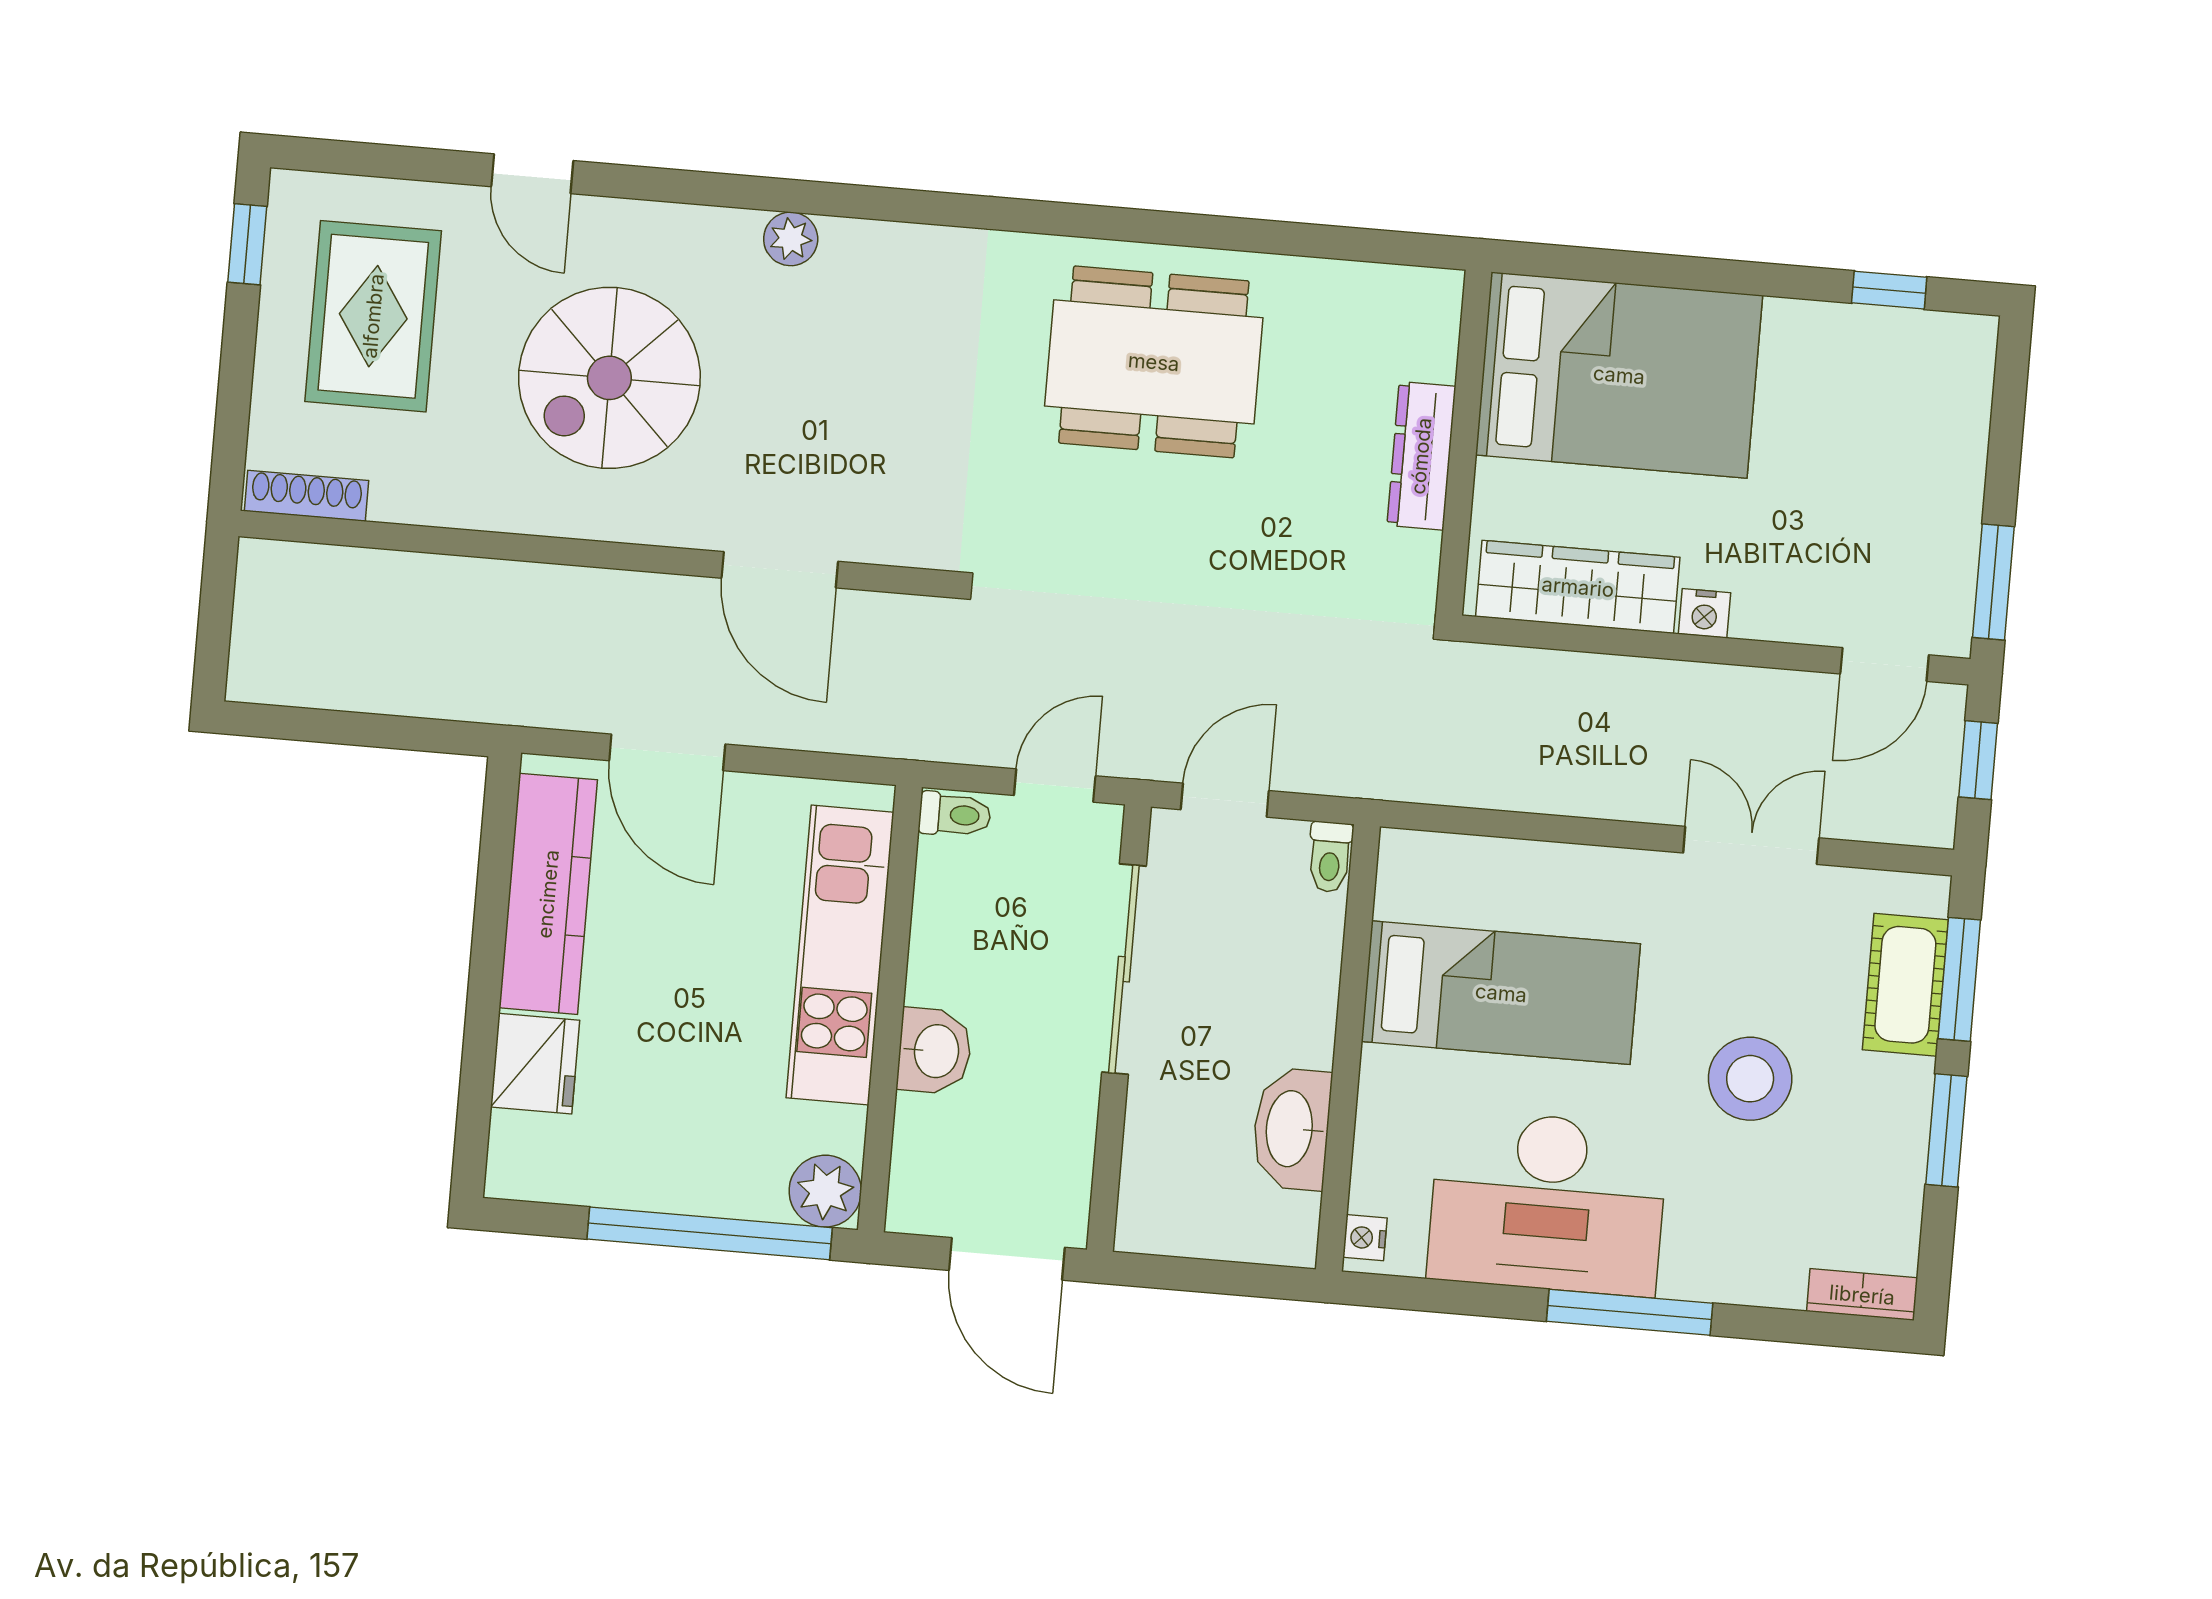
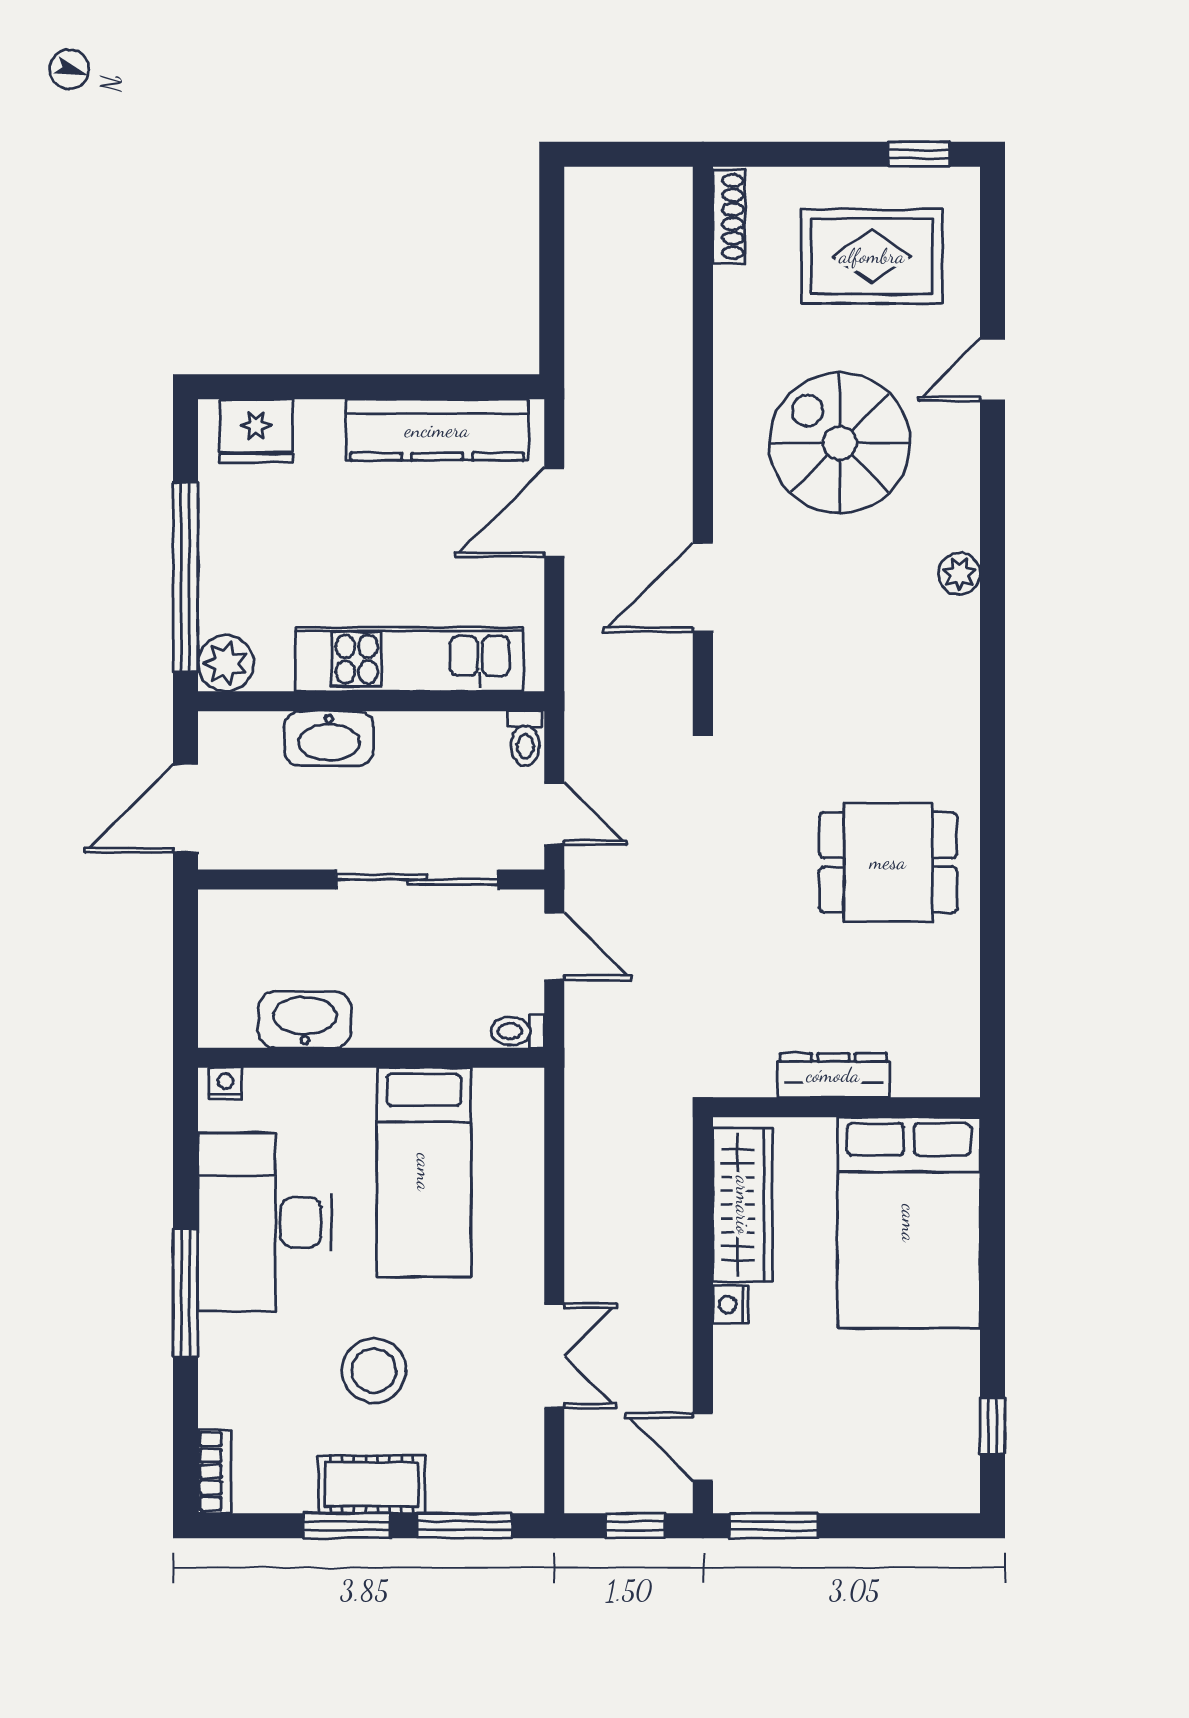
dining table: (1154, 362) -> (888, 862), width x0.73
cot: (1905, 985) -> (372, 1484), moved
washbasin: (934, 1051) -> (329, 739), width x1.38
fridge: (535, 1064) -> (256, 431), moved

